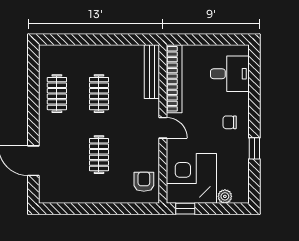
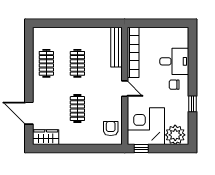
desk: (230, 74) -> (174, 61), moved
wardrobe: (56, 193) -> (46, 137), added
plant: (225, 196) -> (175, 135), width x1.88, depth x1.88

